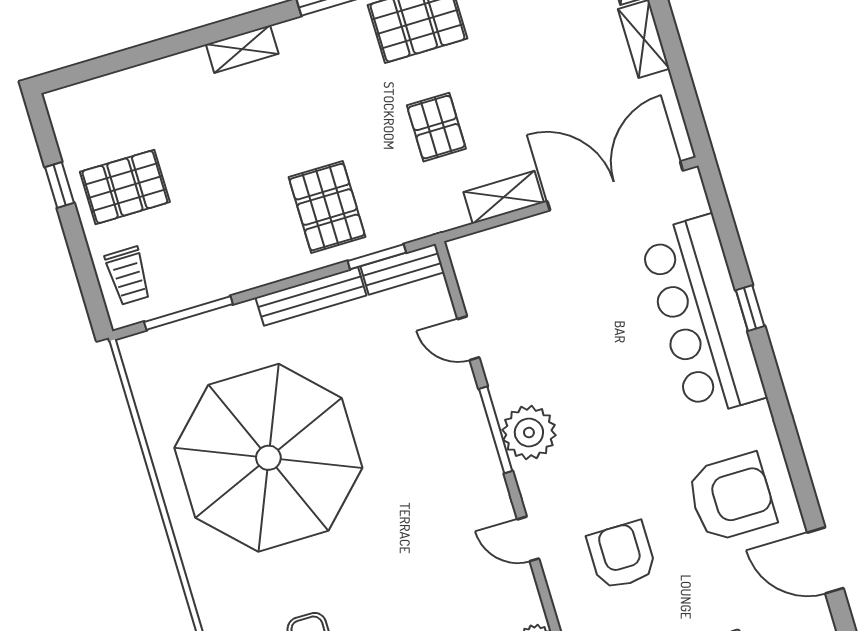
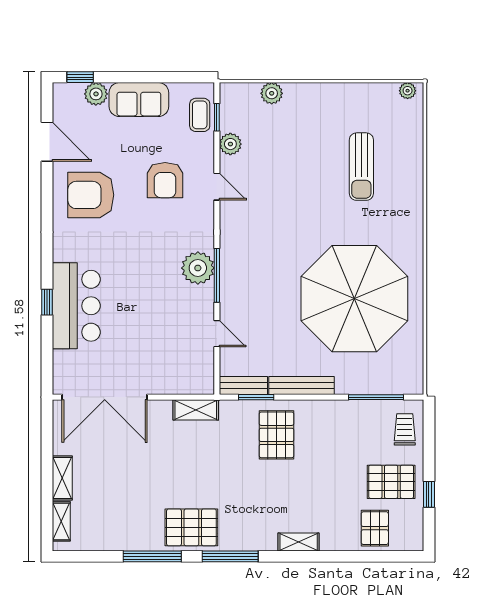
pallet: (436, 127) -> (375, 528), moved
shelving: (504, 197) -> (196, 410), moved
bar counter: (702, 316) -> (76, 306), width x0.73
door: (528, 539) -> (217, 187), moved

